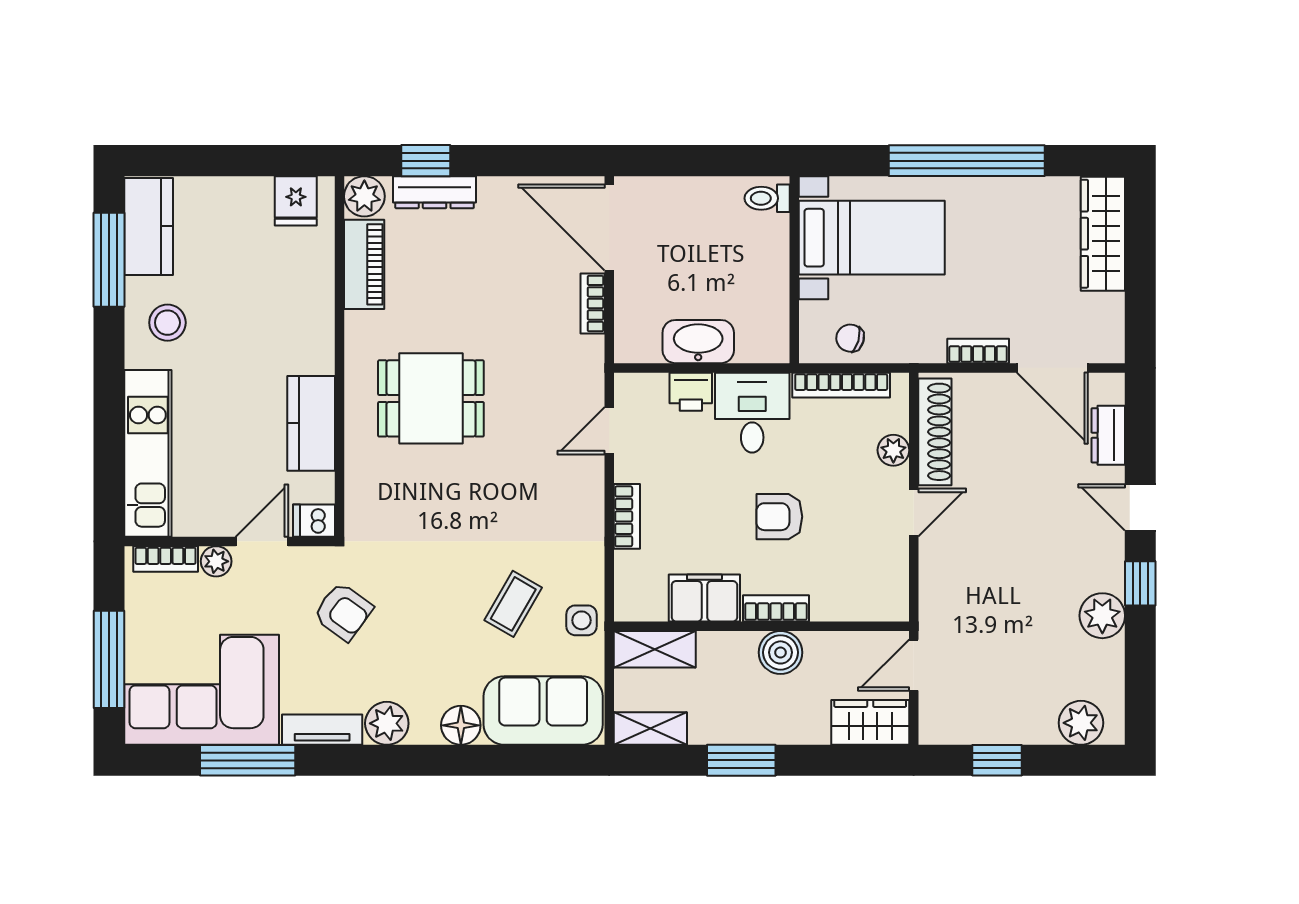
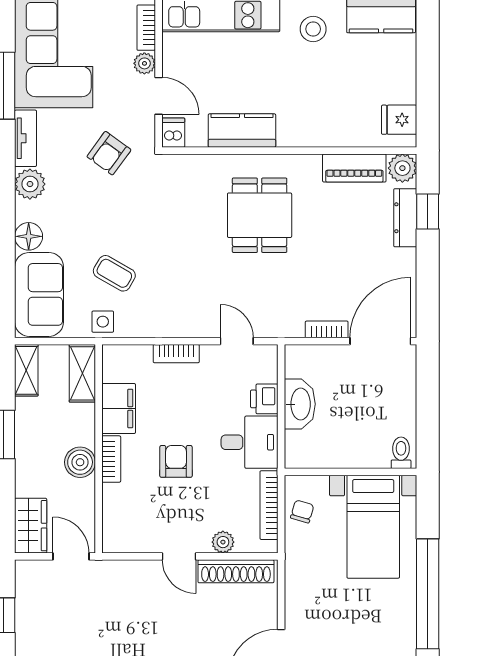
bookcase: (978, 351) -> (293, 602), removed

